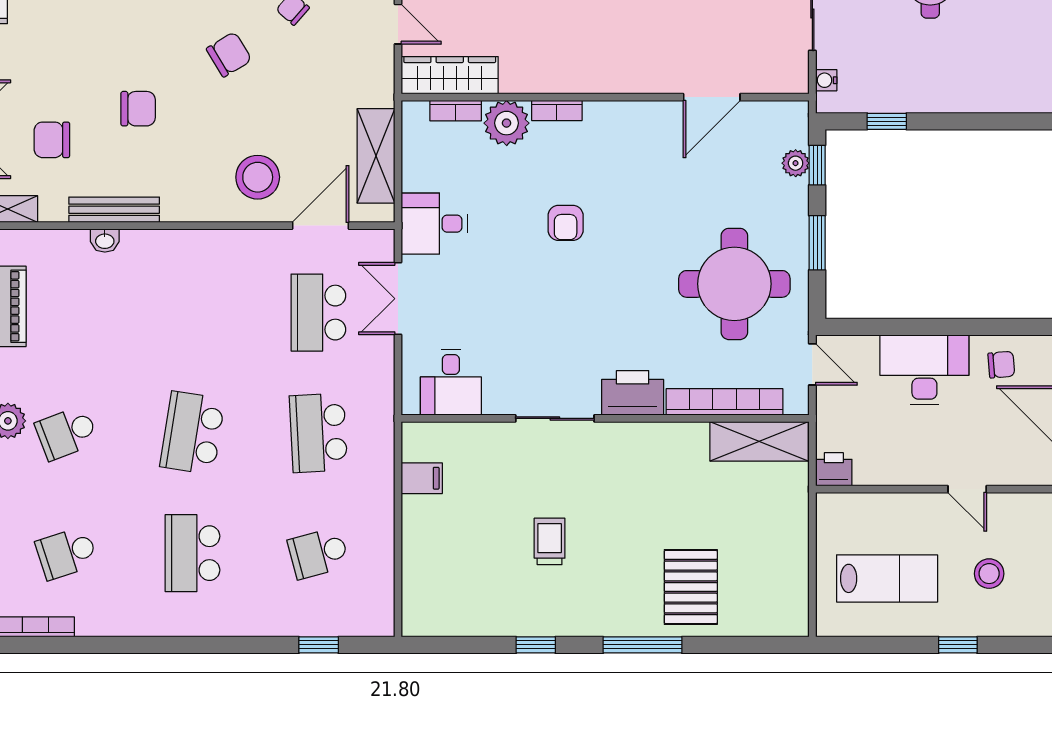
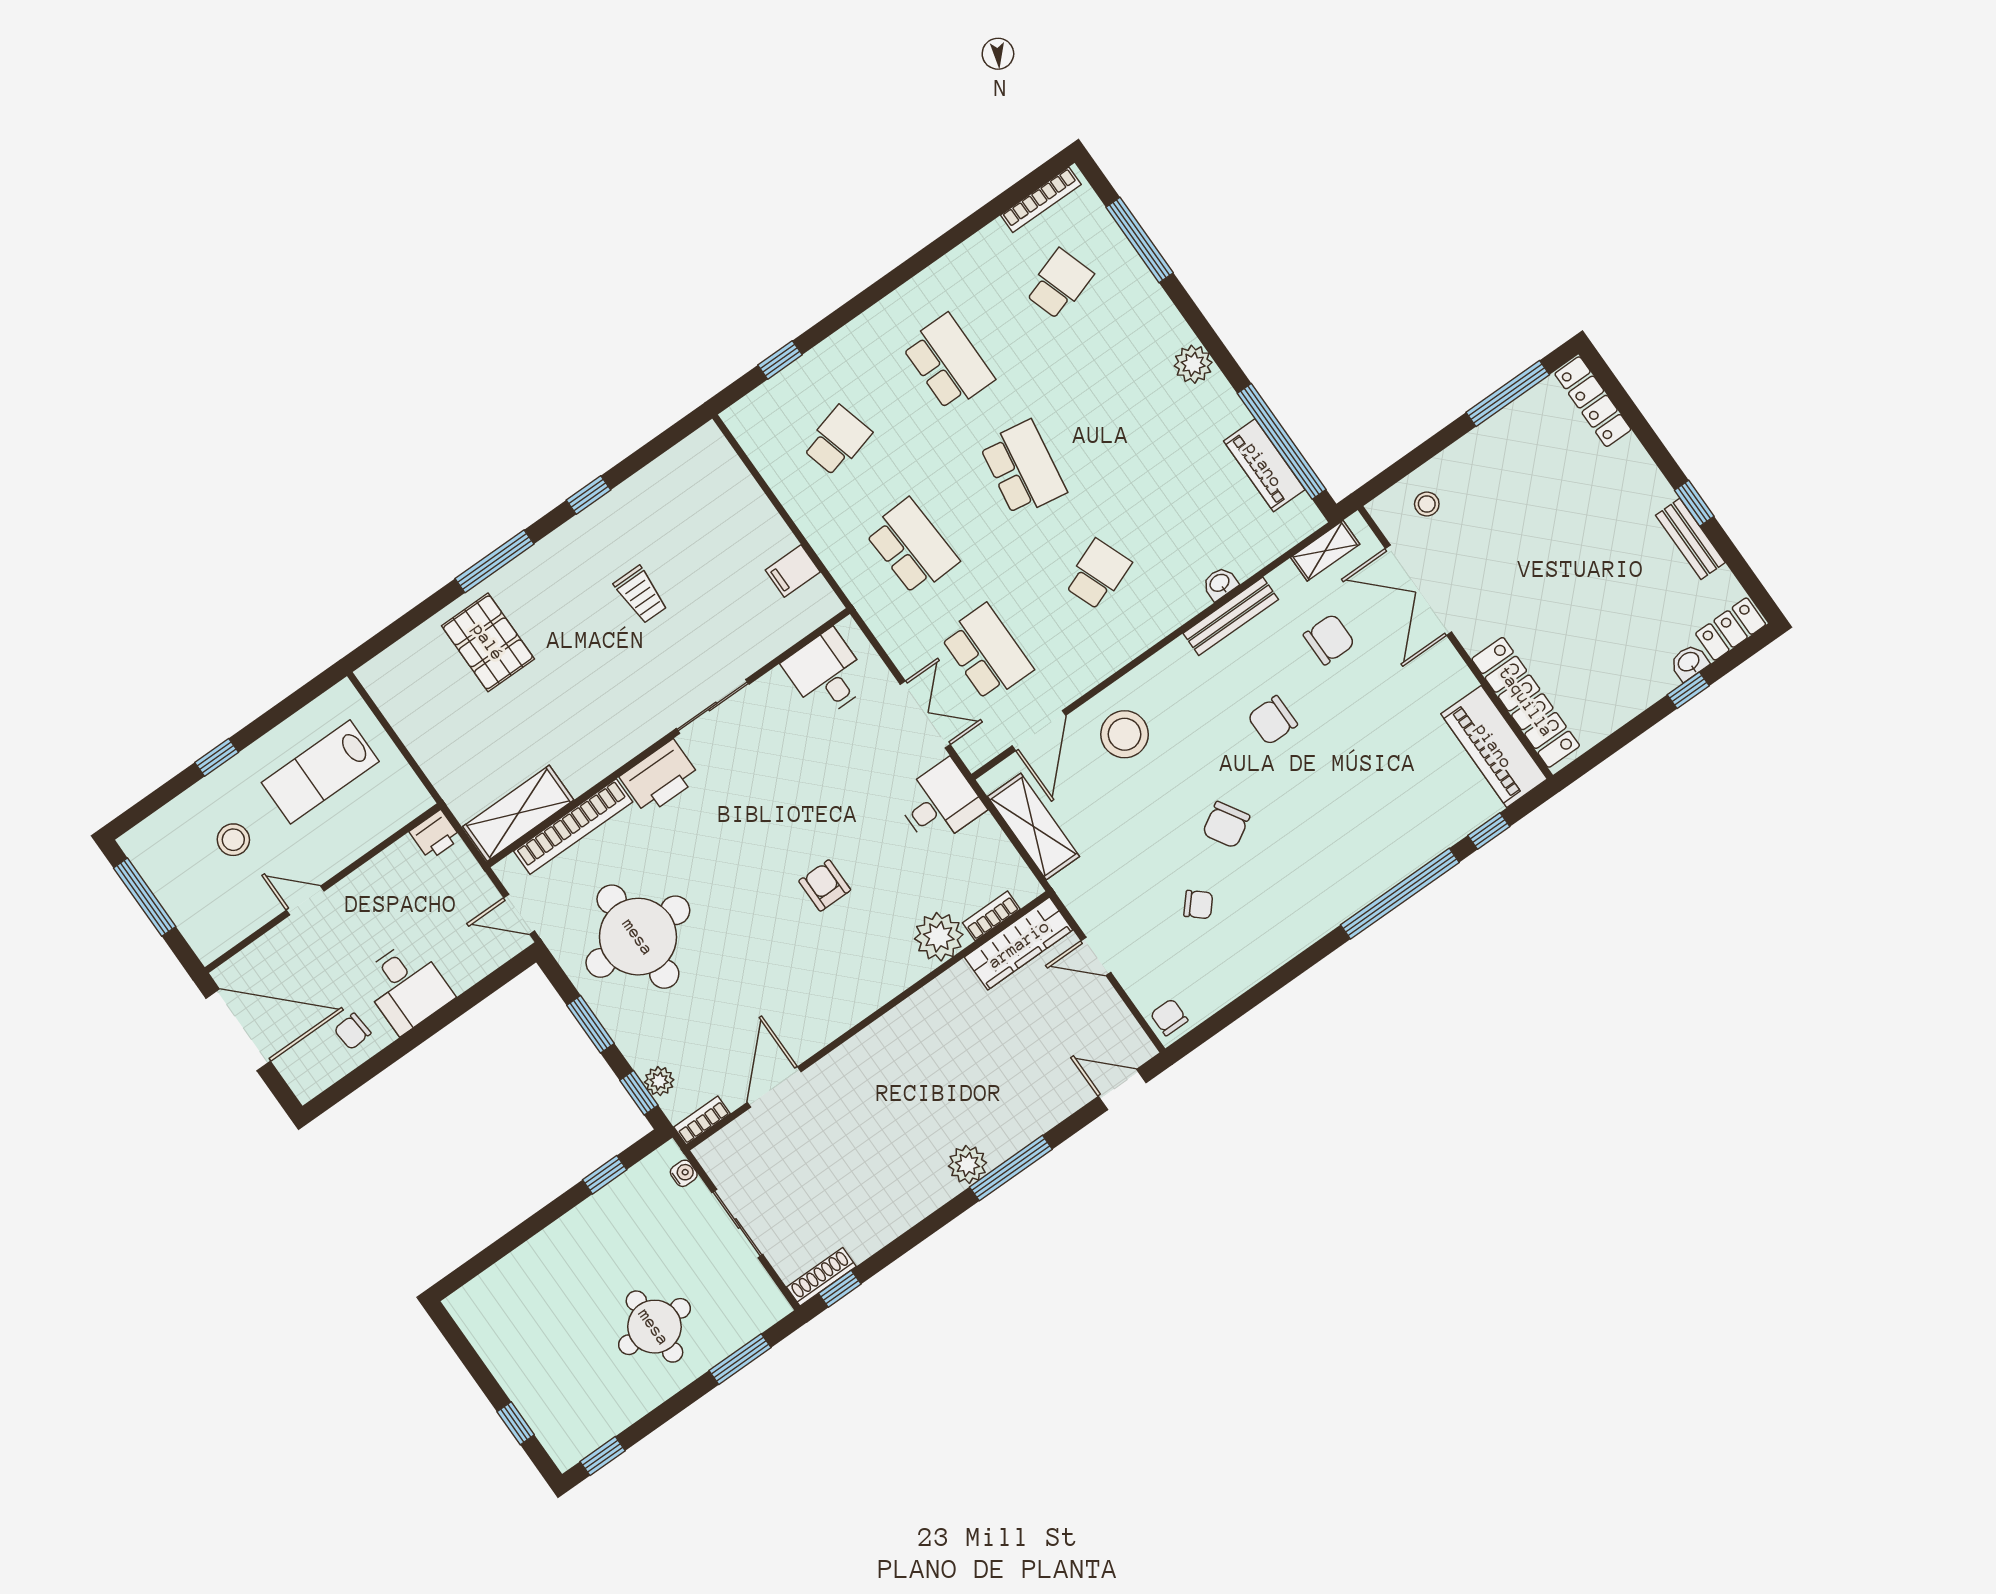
bookcase: (557, 110) -> (702, 1120), moved
desk: (924, 370) -> (406, 987), width x0.73
school desk: (67, 433) -> (1098, 574), moved

